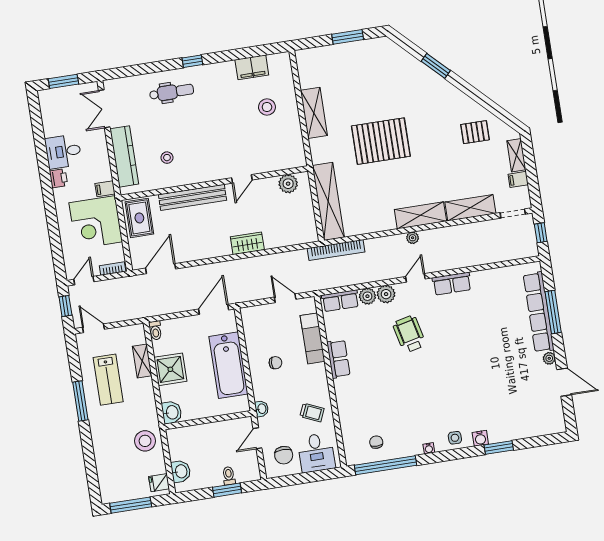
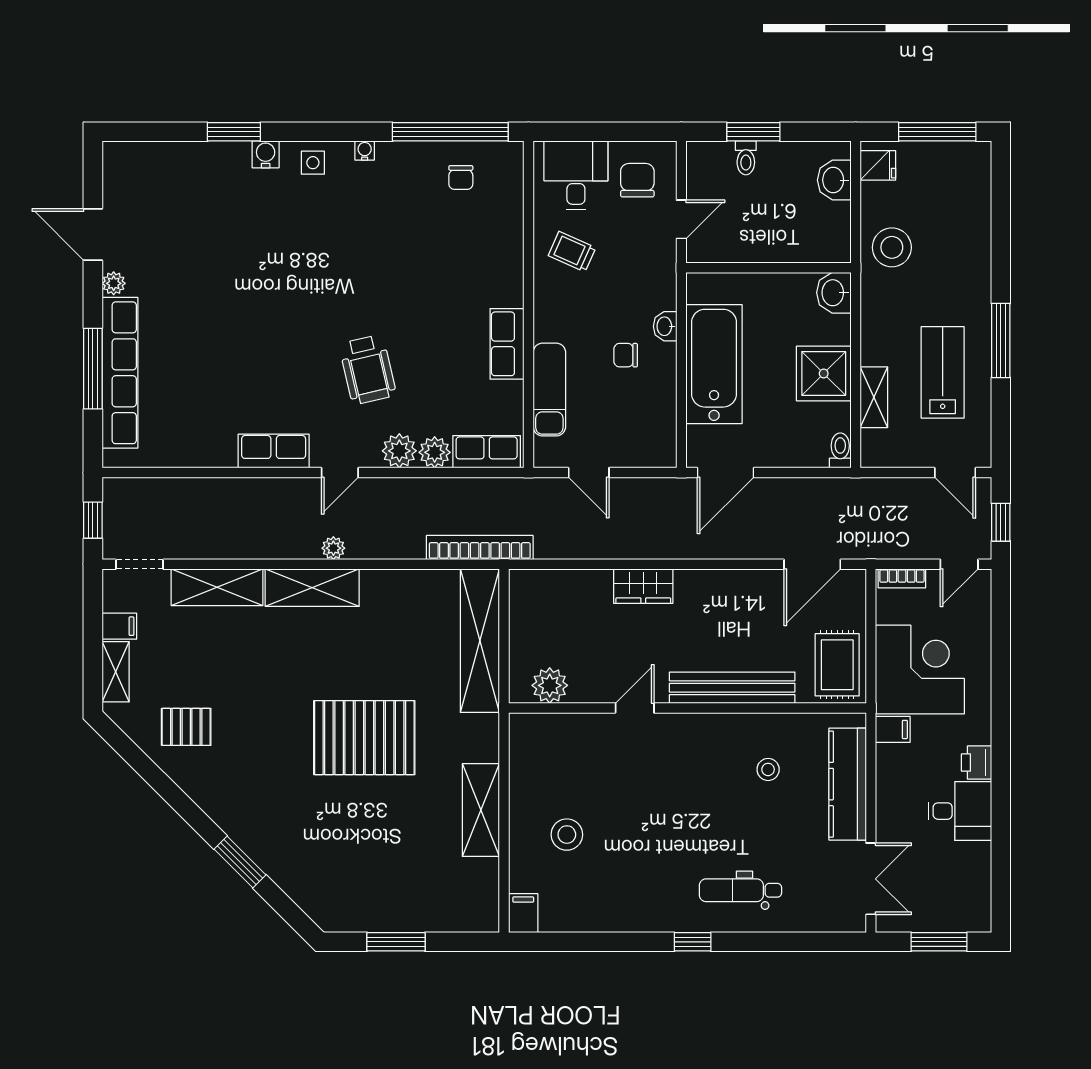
filing cabinet: (252, 67) -> (523, 913), moved, width x0.50
washbasin: (262, 409) -> (665, 326), moved

